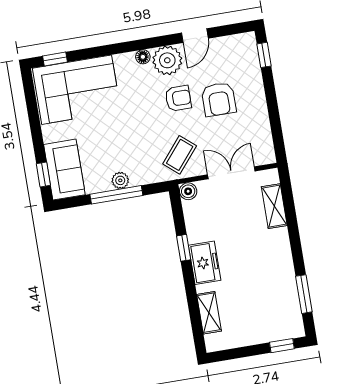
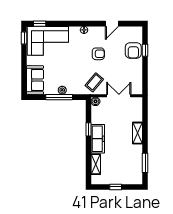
window: (264, 55) -> (145, 50), moved
plant: (167, 60) -> (96, 34), removed
armchair: (219, 99) -> (133, 50), moved
window: (43, 174) -> (24, 38), moved
shelving: (274, 206) -> (138, 133), moved
freezer: (205, 263) -> (98, 139), width x1.40
window: (282, 346) -> (116, 187), moved

